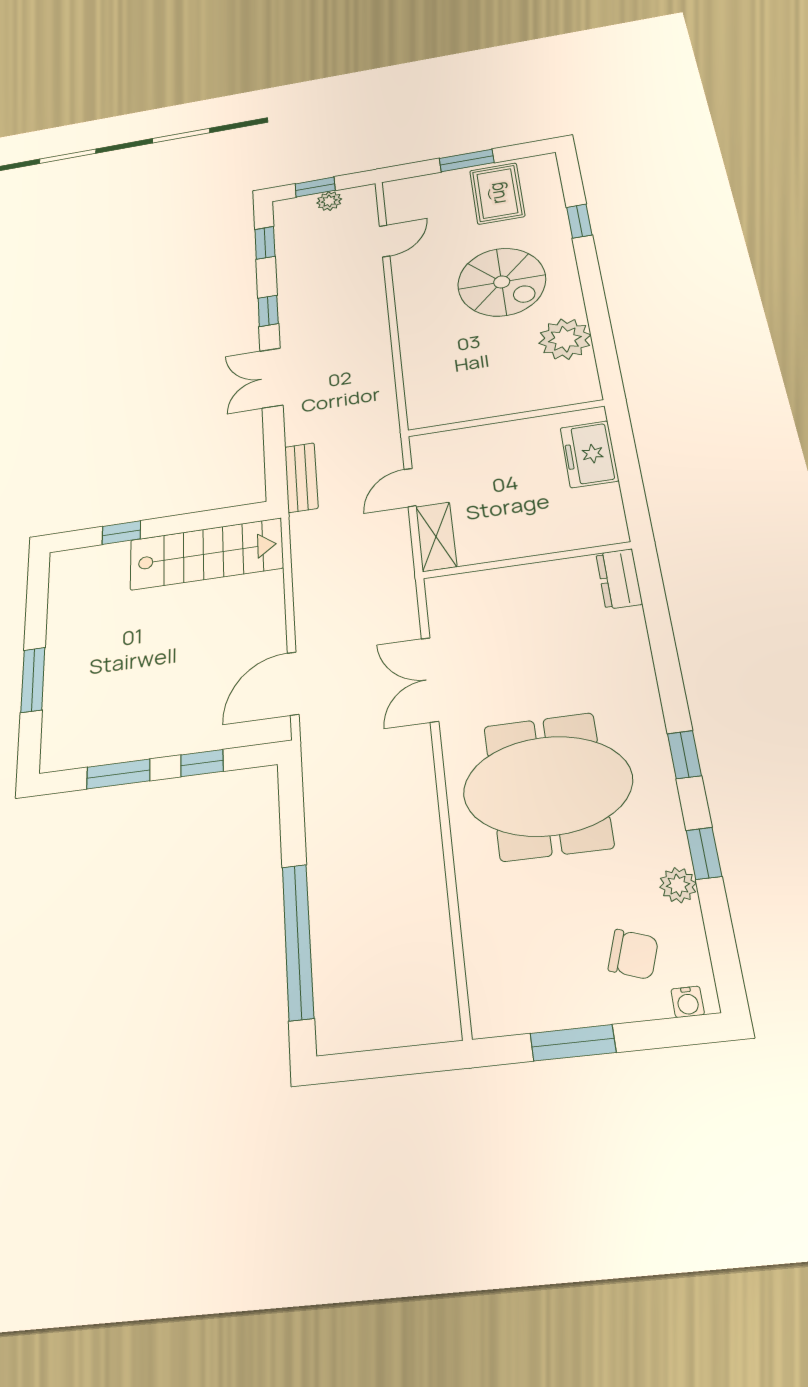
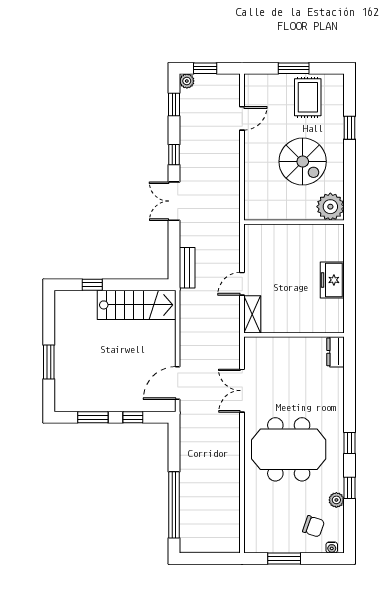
plant: (329, 201) -> (187, 81), moved
wall: (505, 418) -> (294, 222), moved

